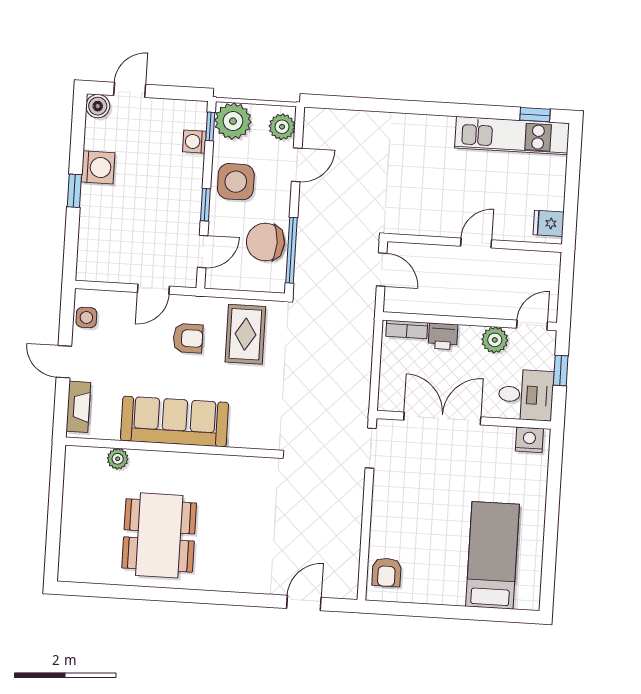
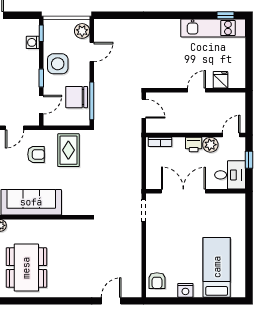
plant: (233, 121) -> (54, 29), removed
fridge: (549, 223) -> (220, 80), moved, turned 90
printer: (443, 336) -> (194, 144), moved
nightstand: (529, 440) -> (185, 290), moved, turned 180

